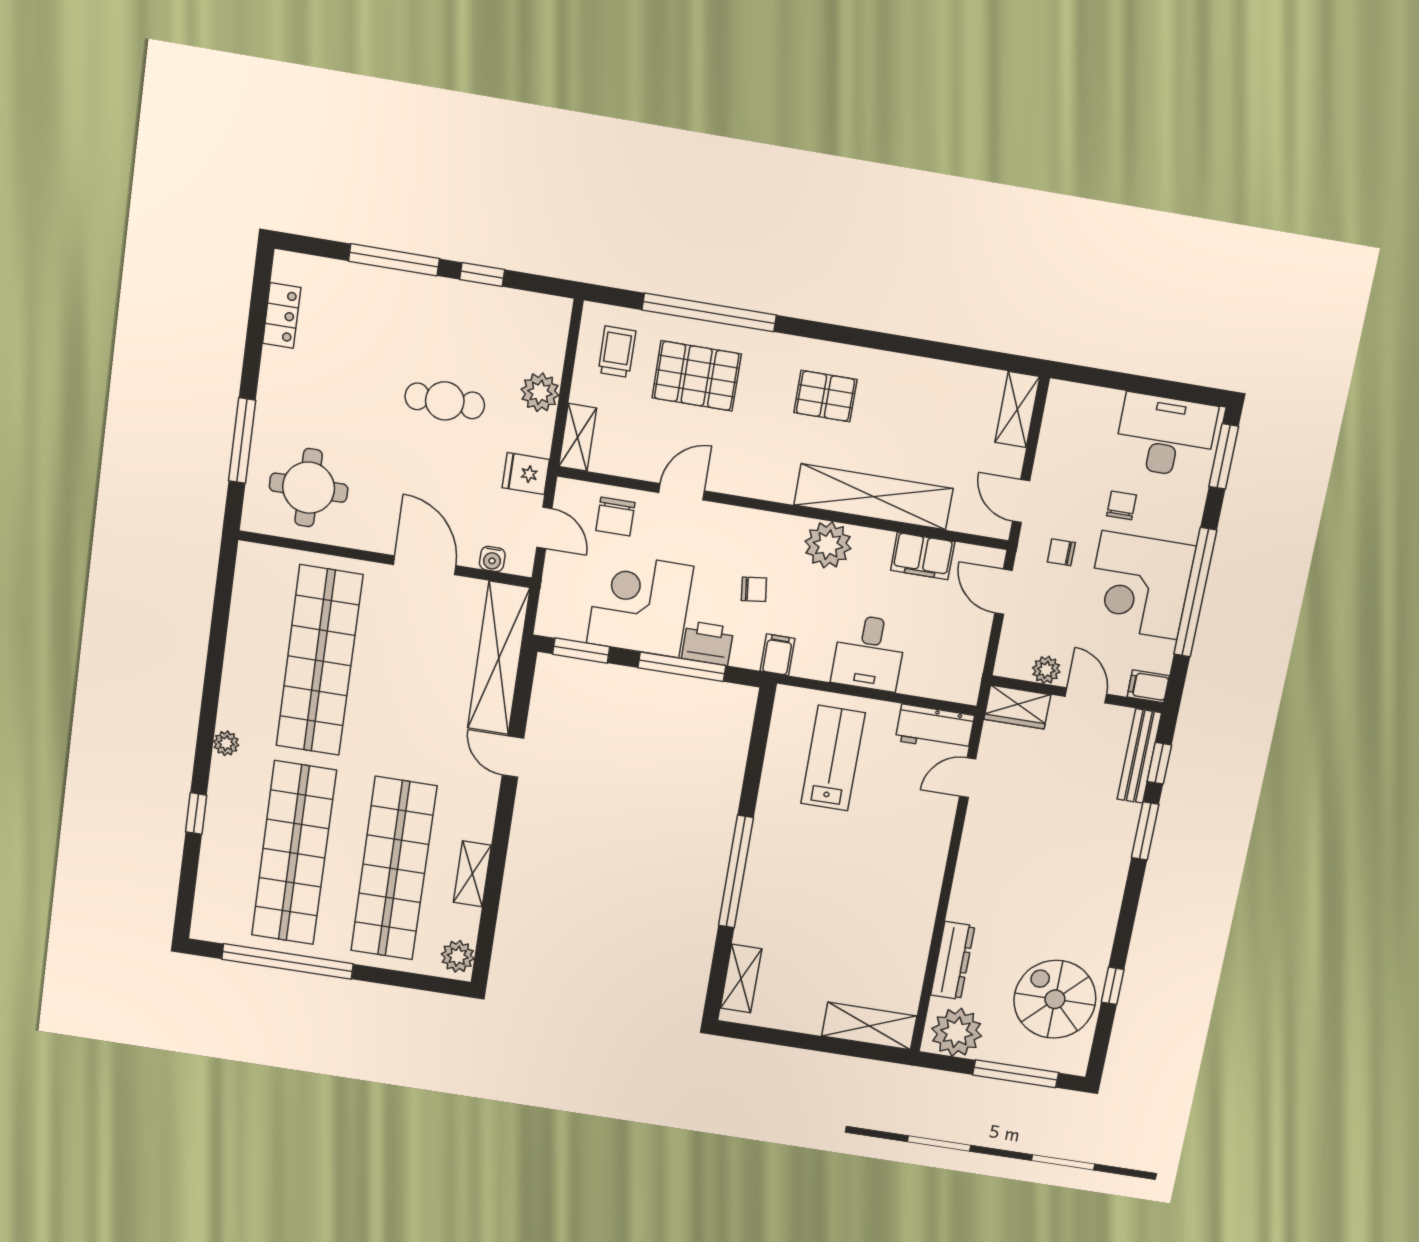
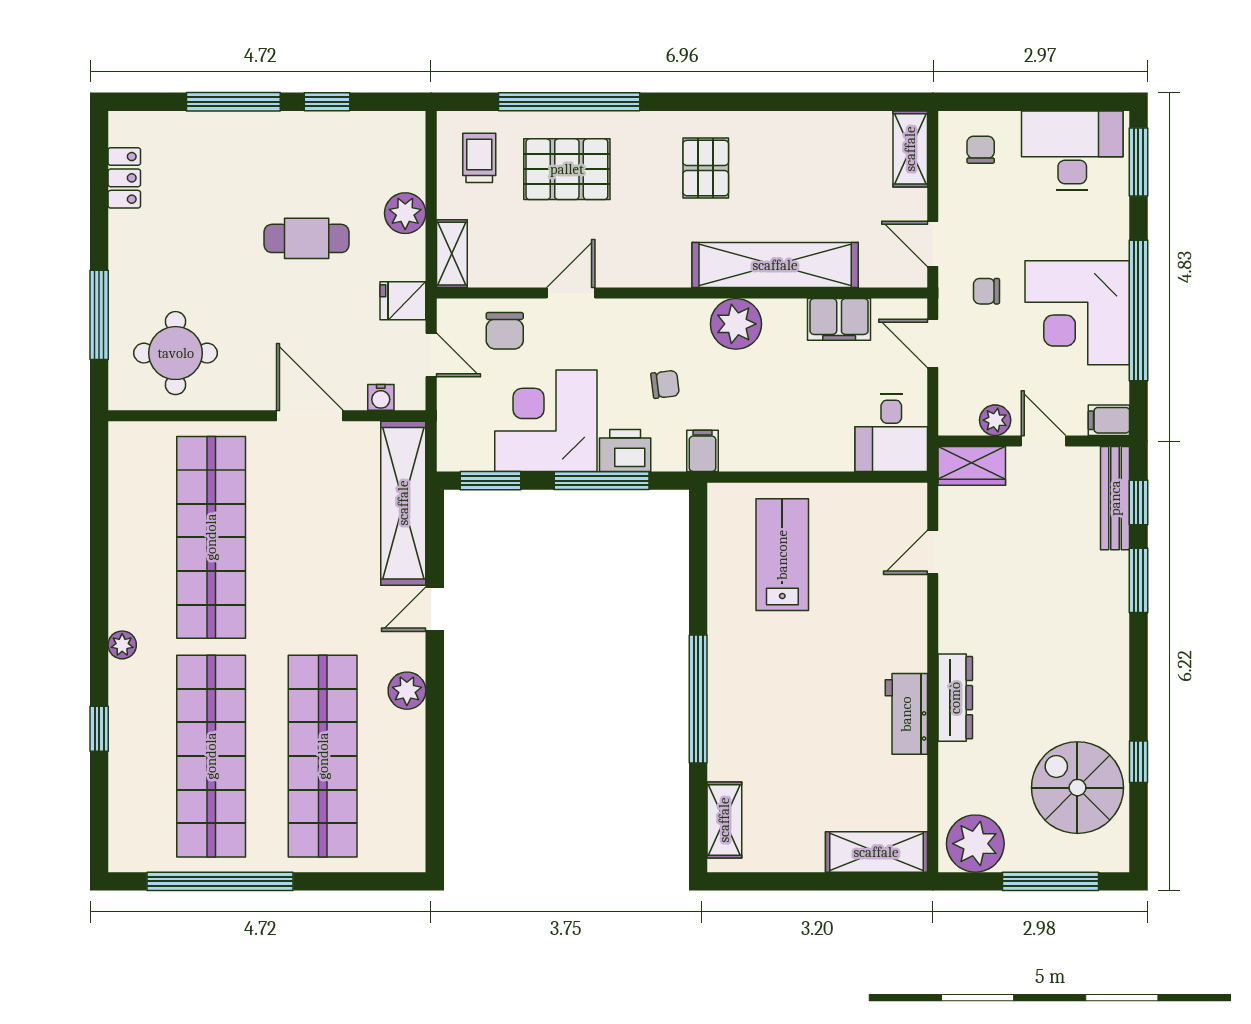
pallet: (825, 396) -> (706, 168), turned 90
chair: (1122, 505) -> (981, 150), moved
desk: (869, 653) -> (891, 433), moved
workbench: (935, 728) -> (906, 714), moved, turned 90
door: (513, 757) -> (435, 609), hinge flipped
shelving: (472, 874) -> (410, 748), removed
plant: (458, 956) -> (407, 691), moved
dresser: (953, 961) -> (955, 698), moved

